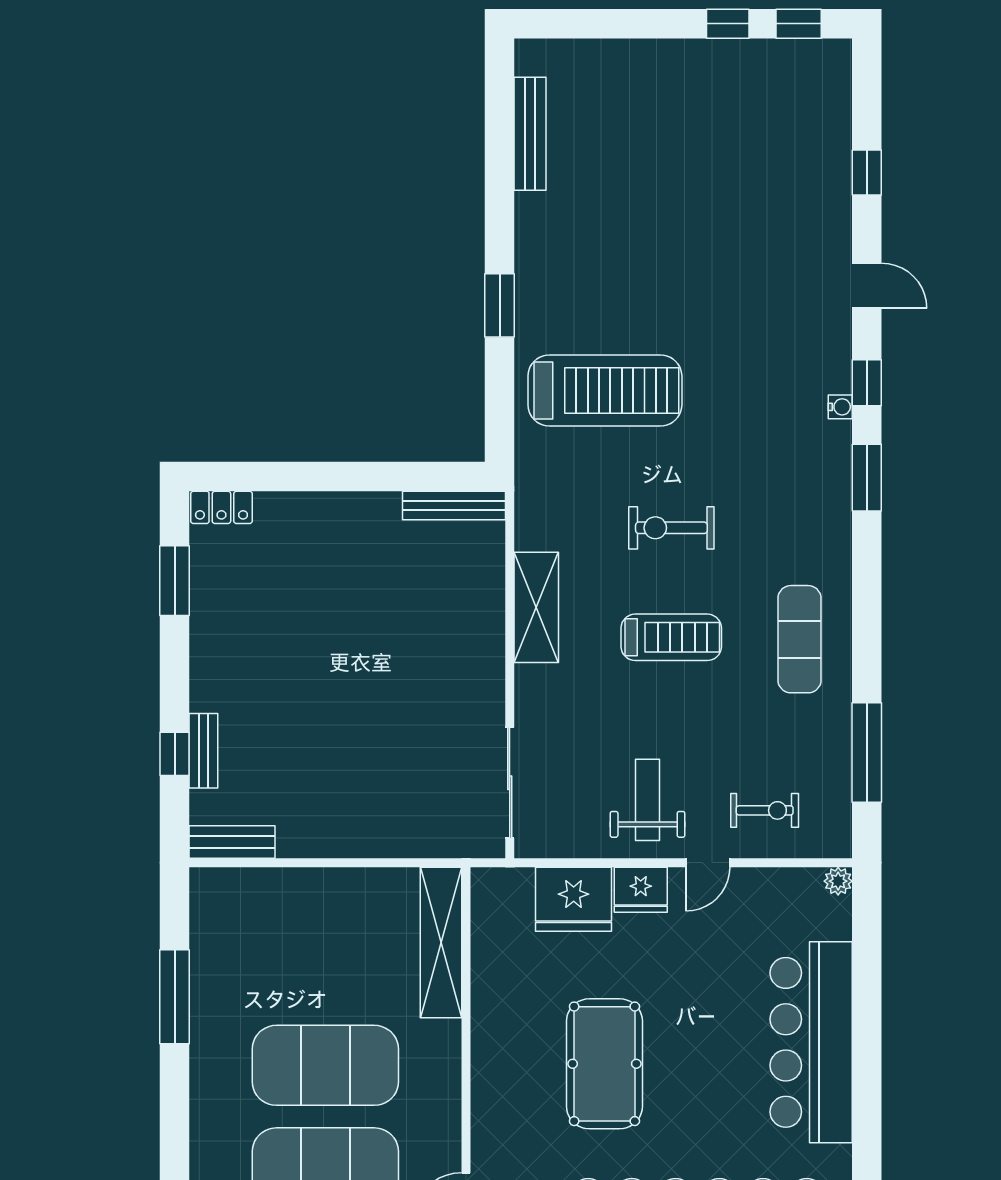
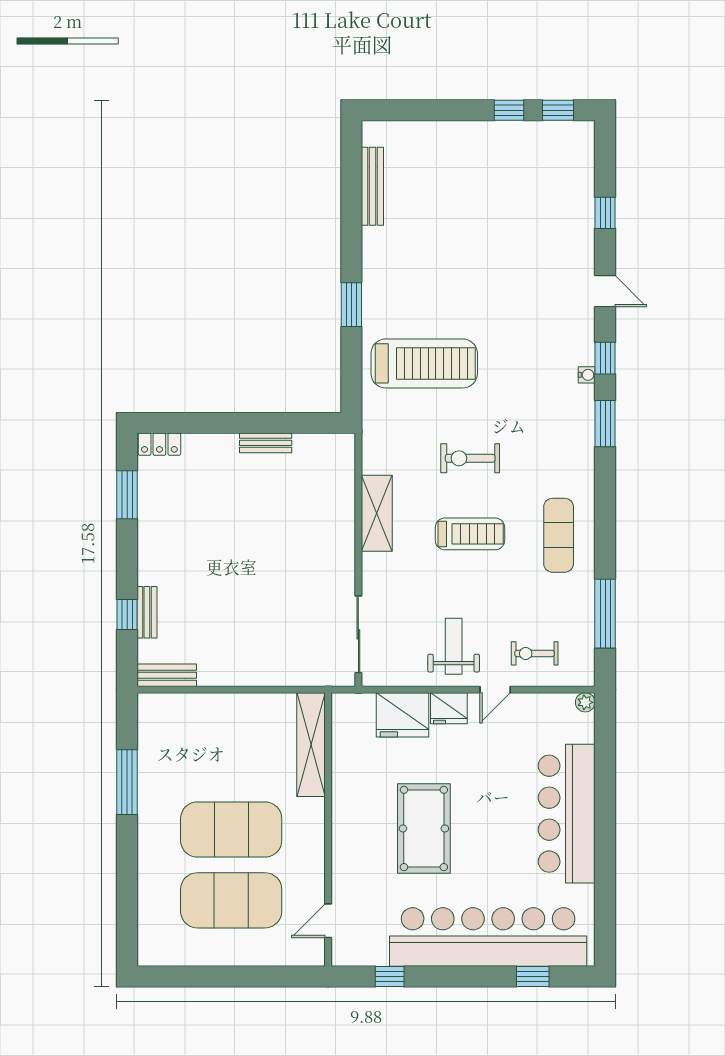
bench: (454, 505) -> (266, 443), moved, width x0.73
exercise bike: (765, 810) -> (535, 653), turned 180

